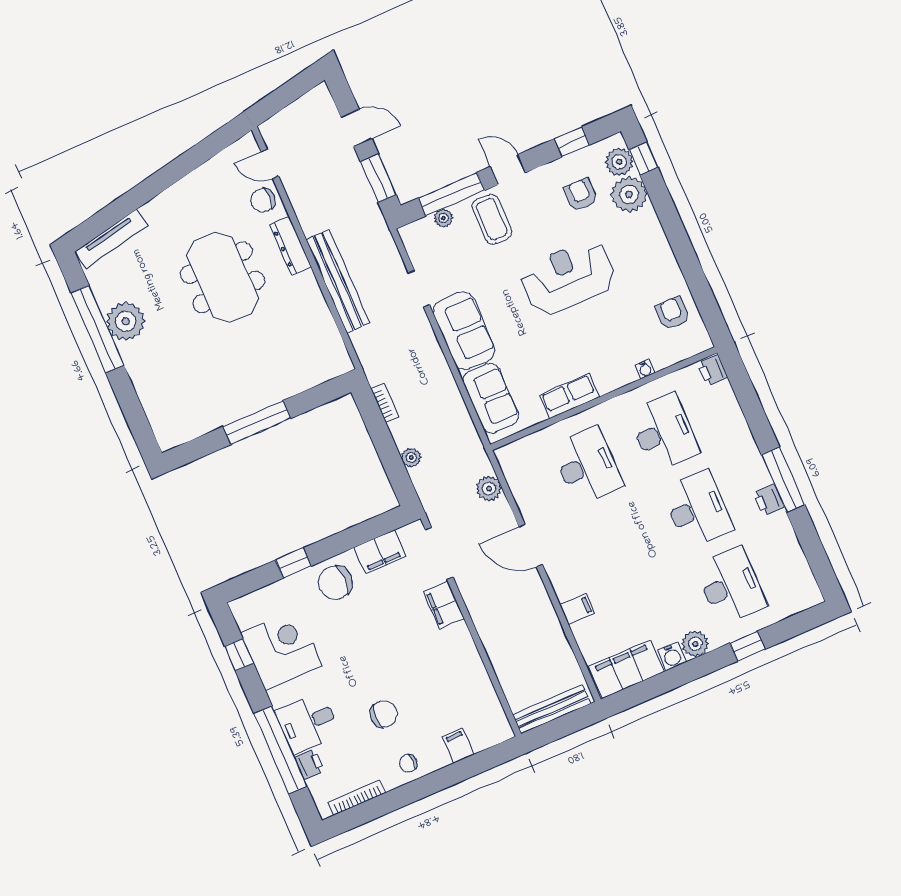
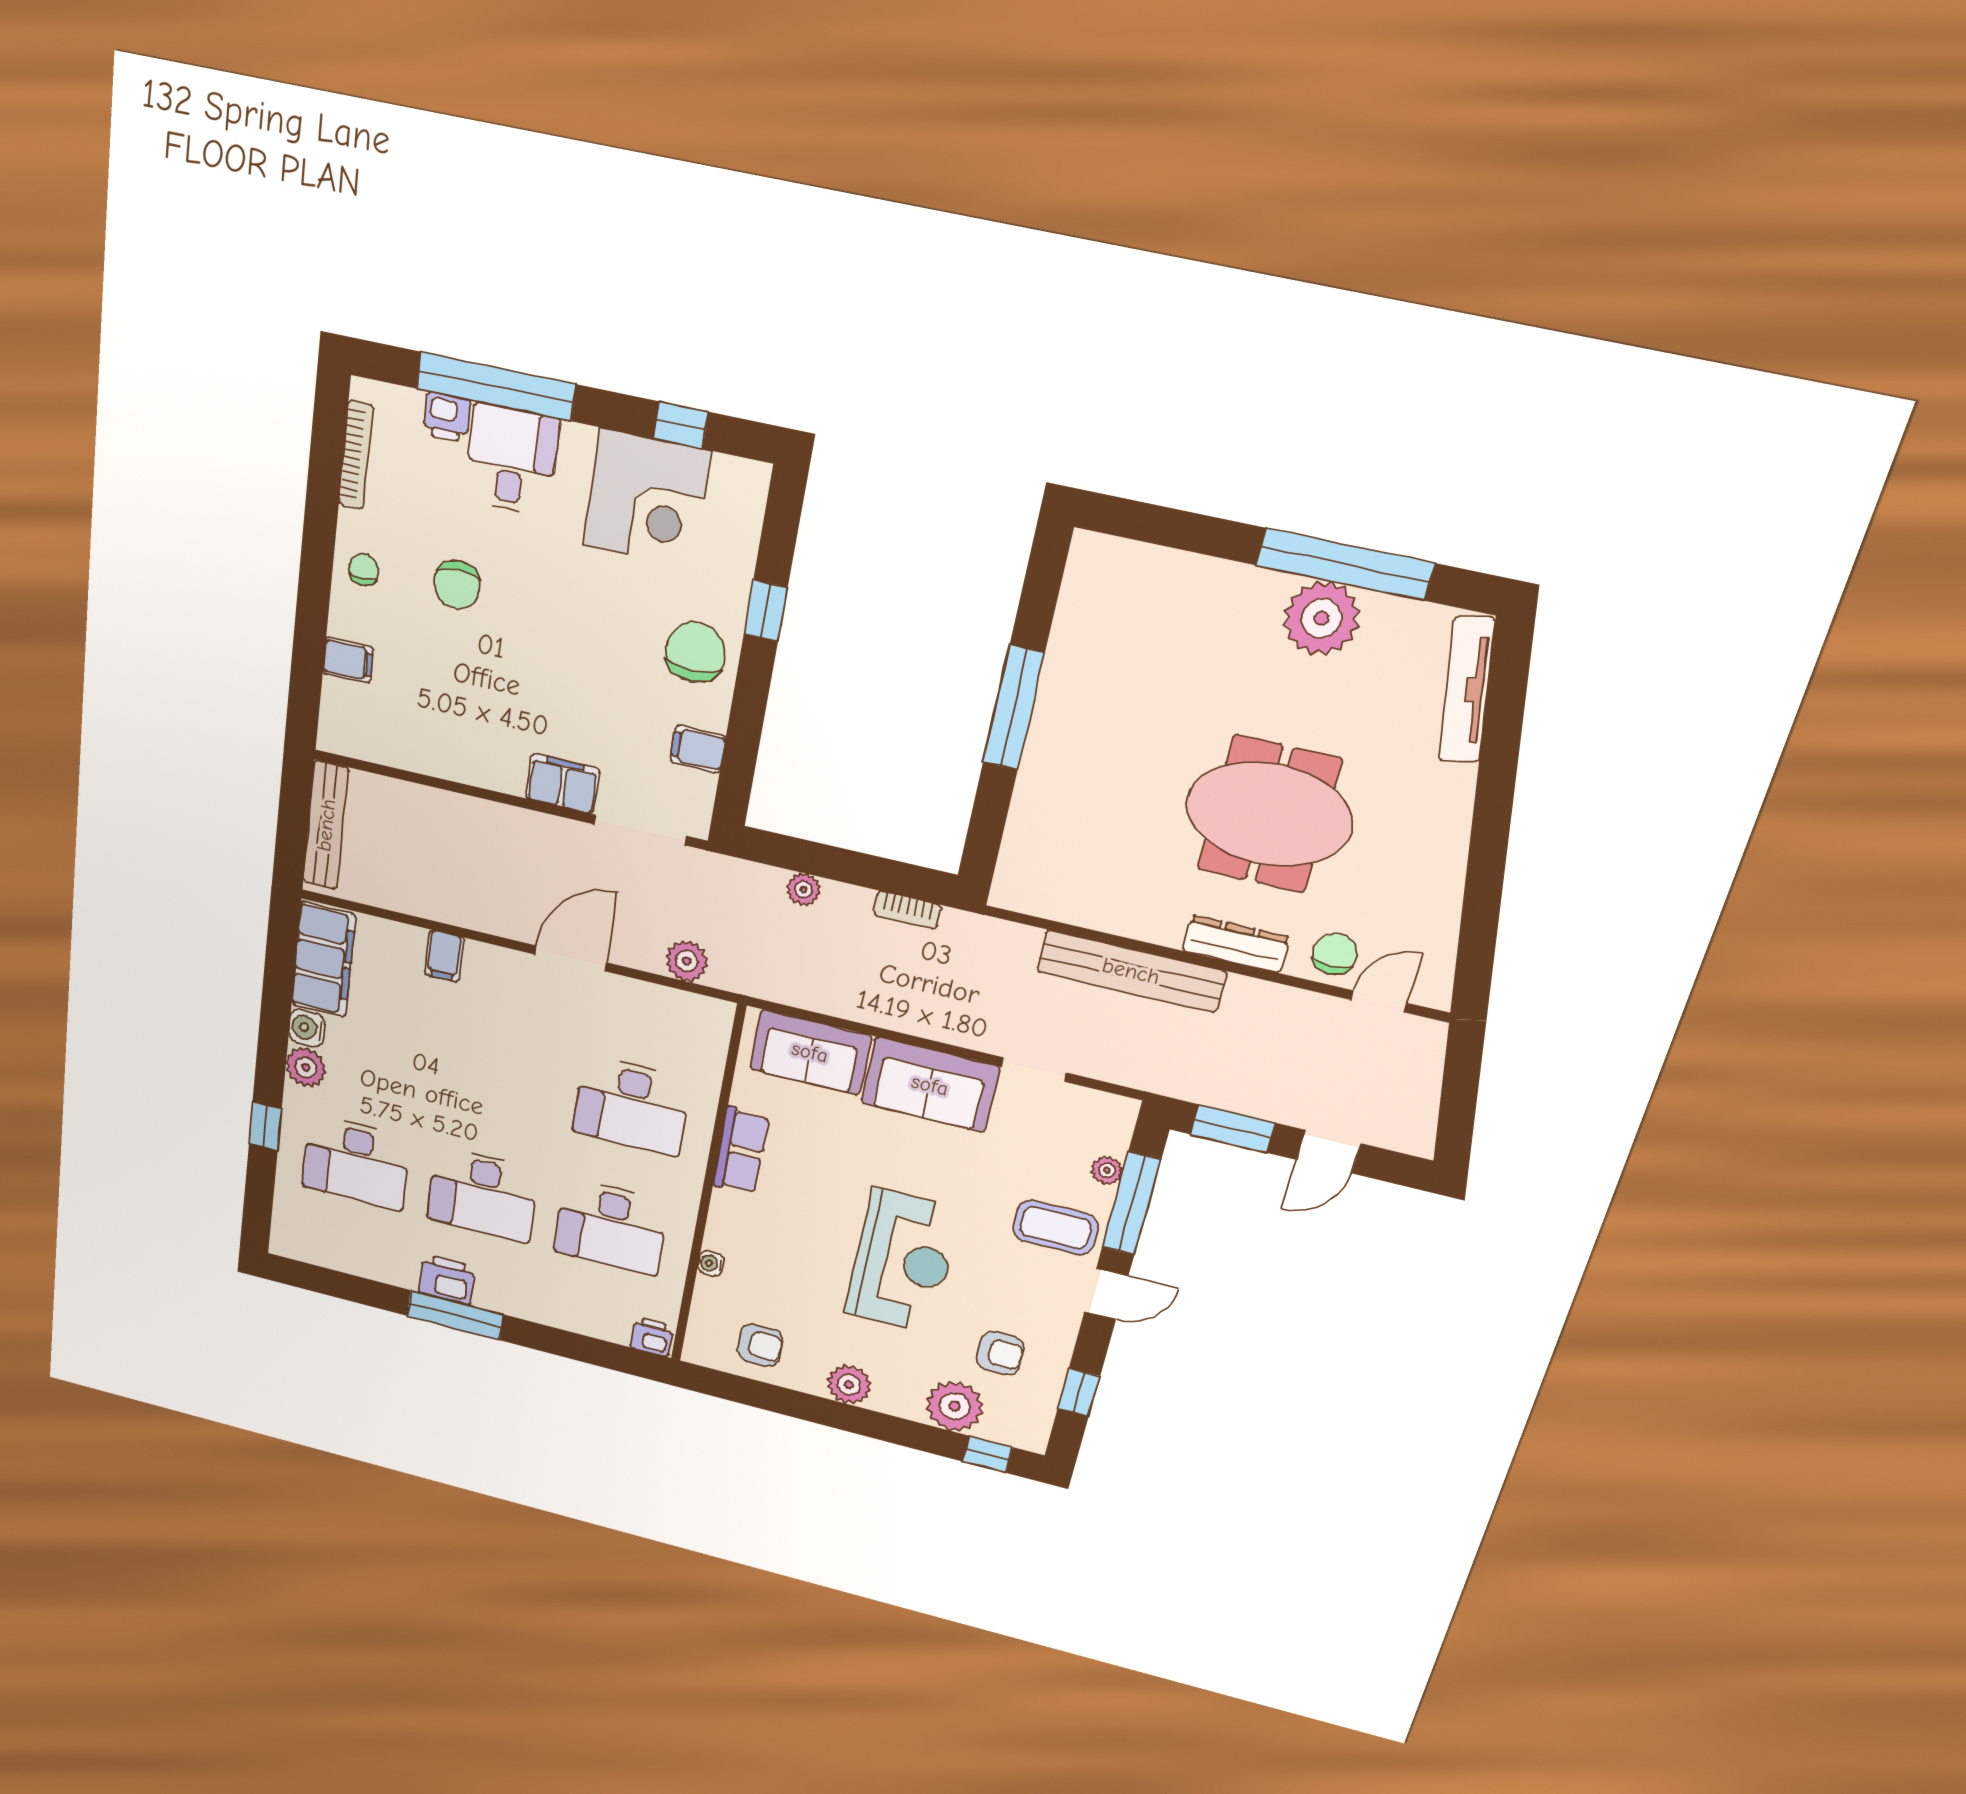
plant: (619, 162) -> (849, 1385), moved
printer: (769, 500) -> (447, 1280), width x1.36, depth x1.24
filing cabinet: (380, 552) -> (698, 749), width x0.50

